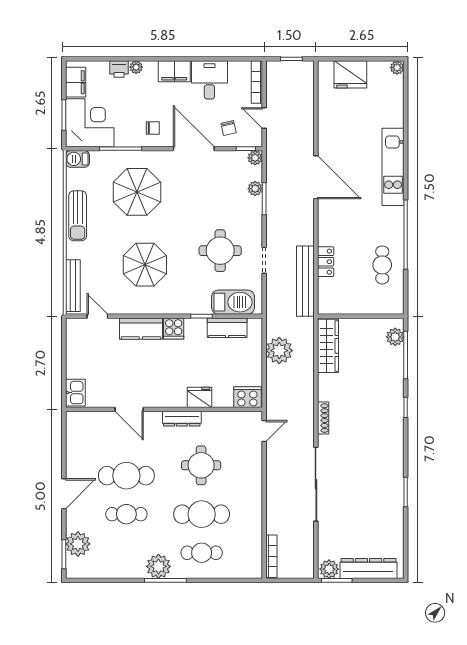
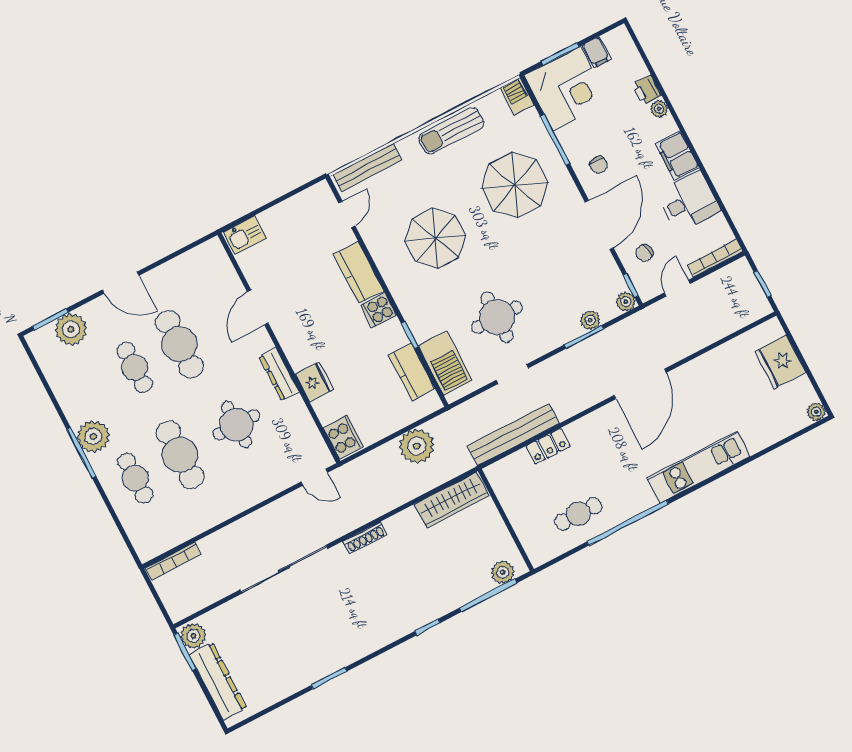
filing cabinet: (76, 82) -> (596, 52), width x0.50

